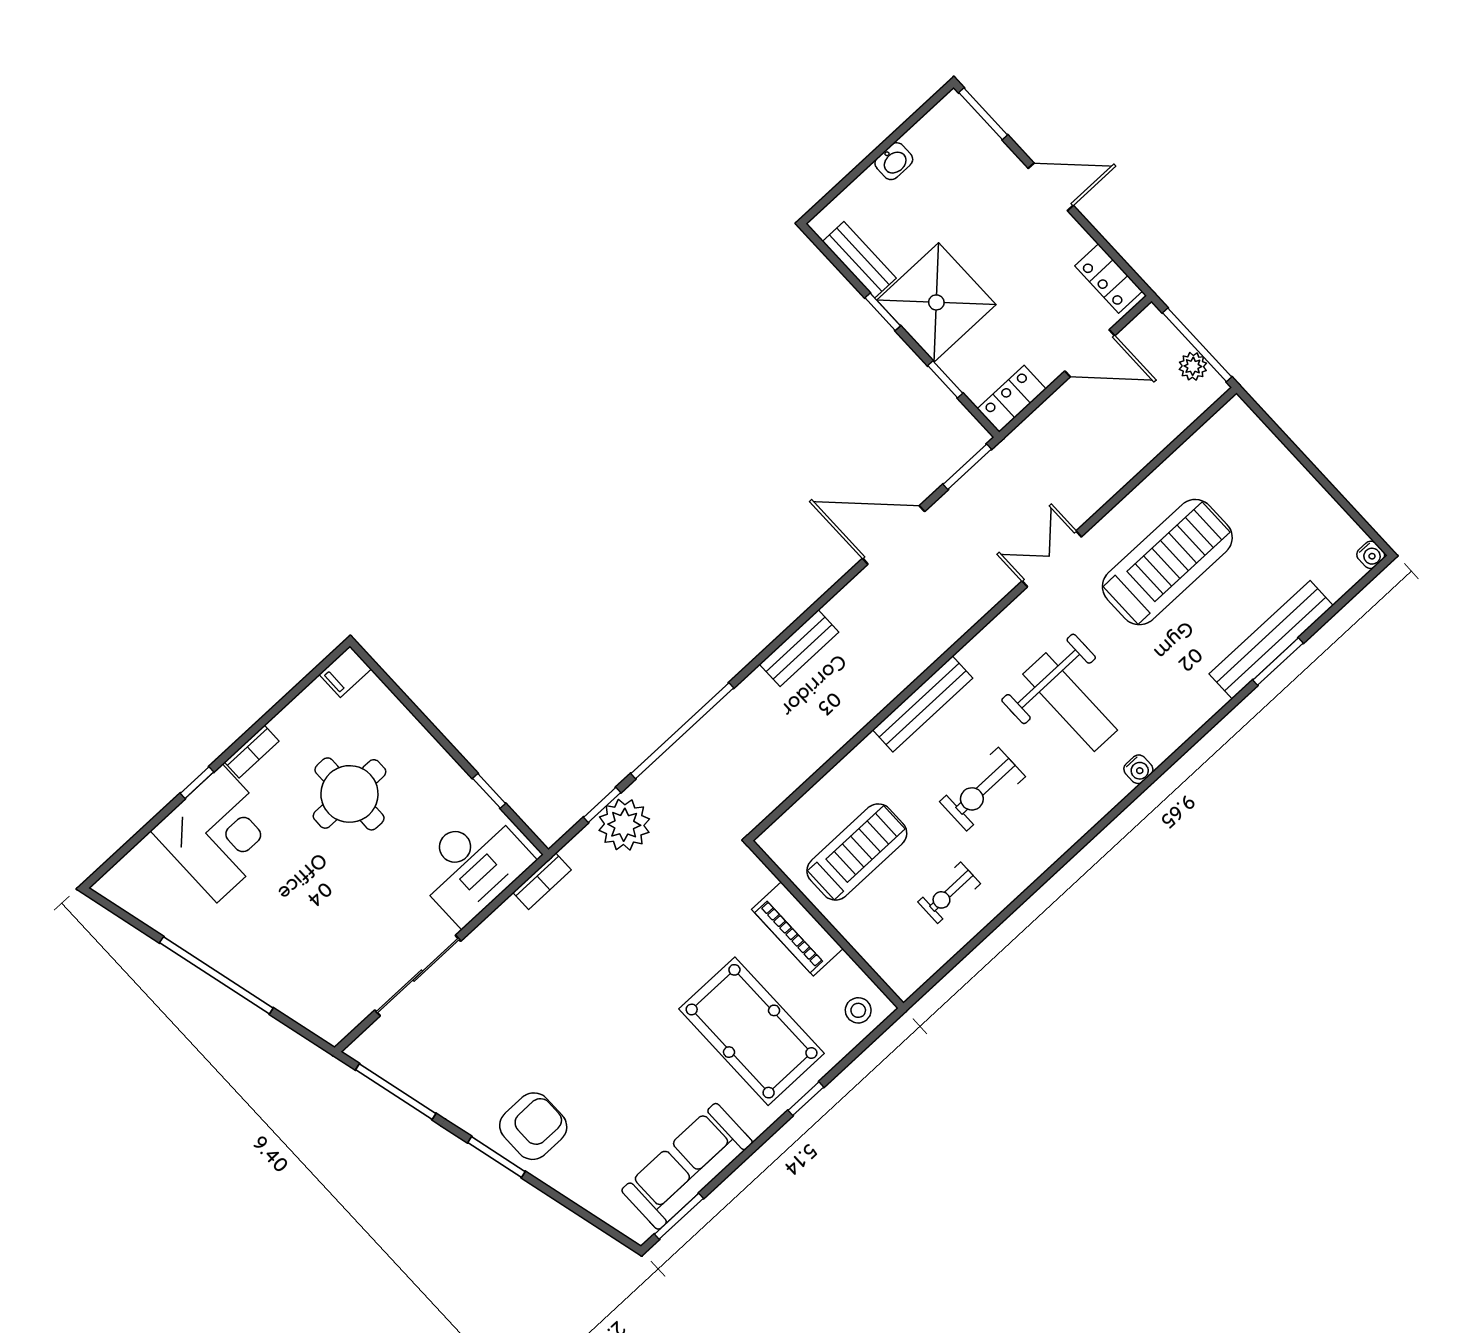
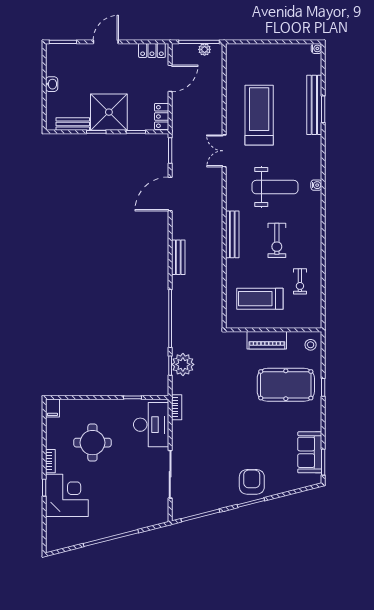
treadmill: (857, 852) -> (260, 299), turned -90
sofa: (687, 1166) -> (310, 452), width x0.73

